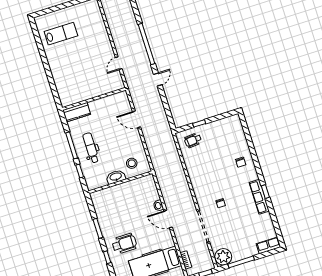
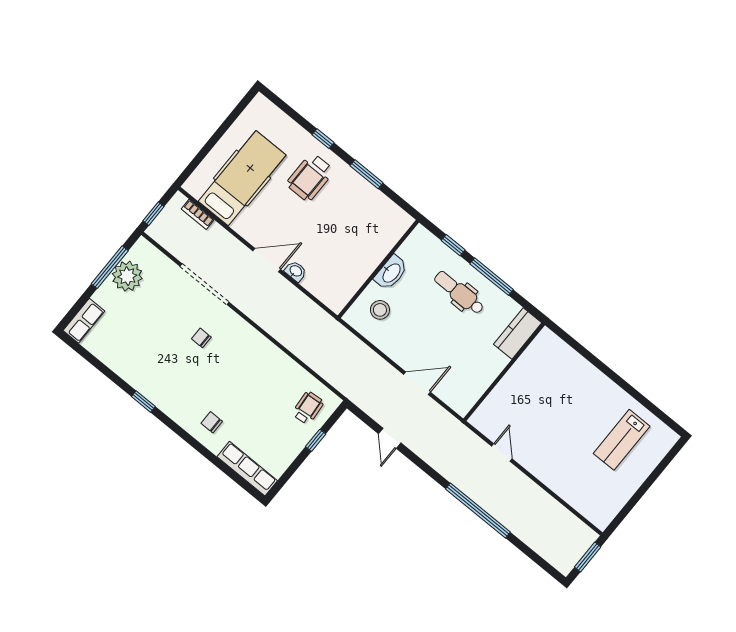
door: (158, 80) -> (390, 438), moved
dental chair: (91, 148) -> (459, 293), turned 180
row of seats: (259, 197) -> (247, 469), moved
plant: (223, 257) -> (127, 276), moved

